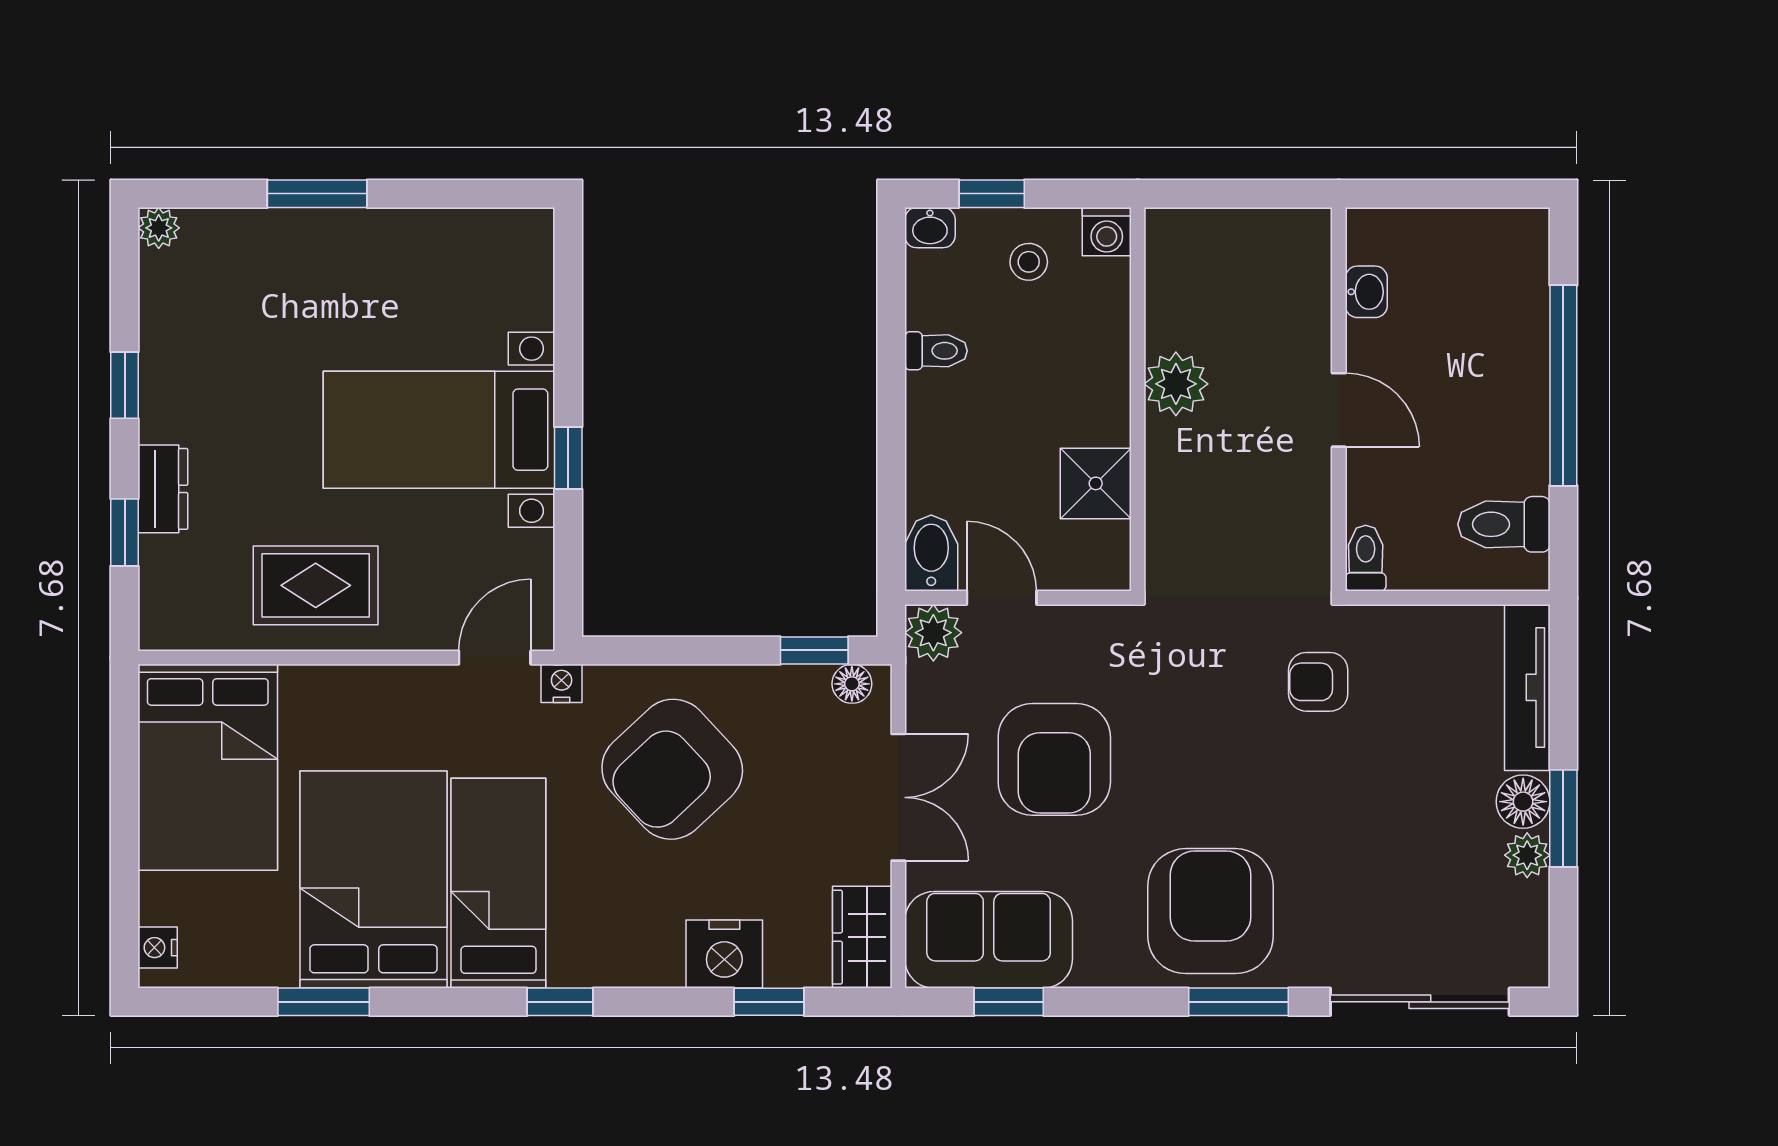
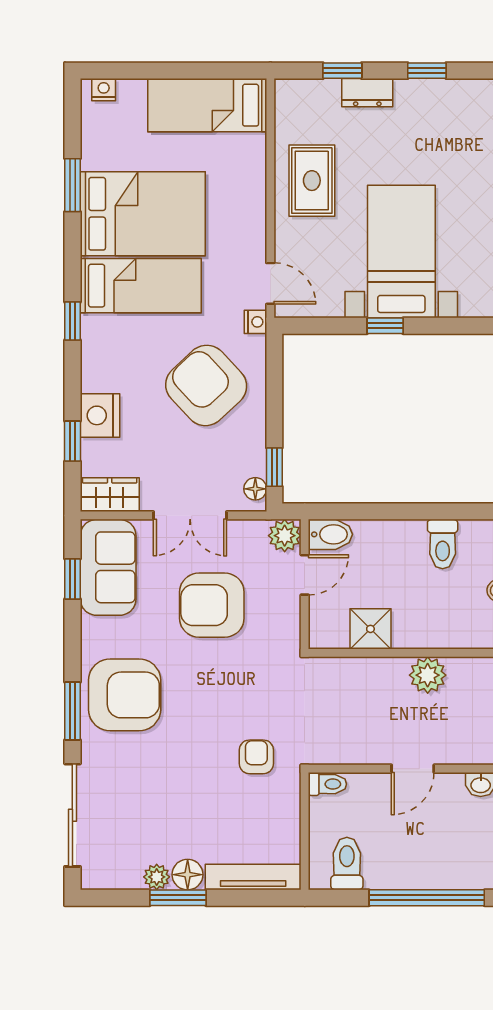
toilet: (936, 351) -> (443, 544), width x1.37, depth x1.39
bed: (208, 767) -> (207, 105), width x0.67

